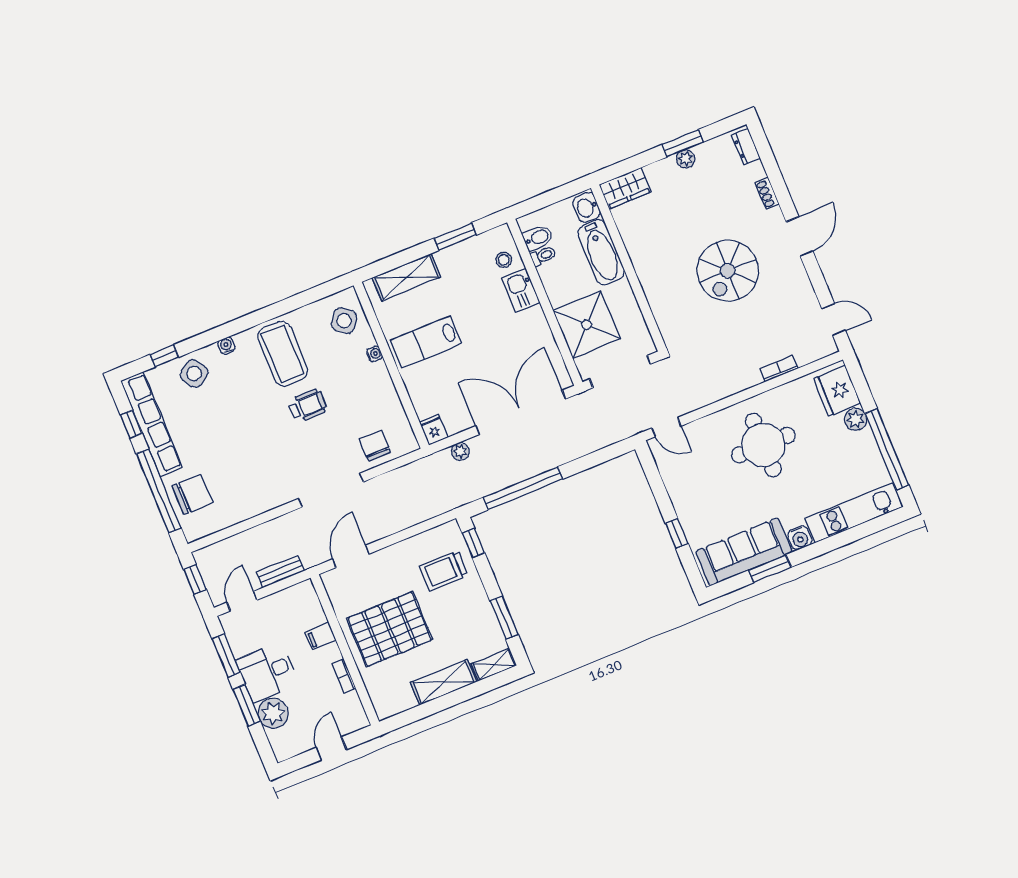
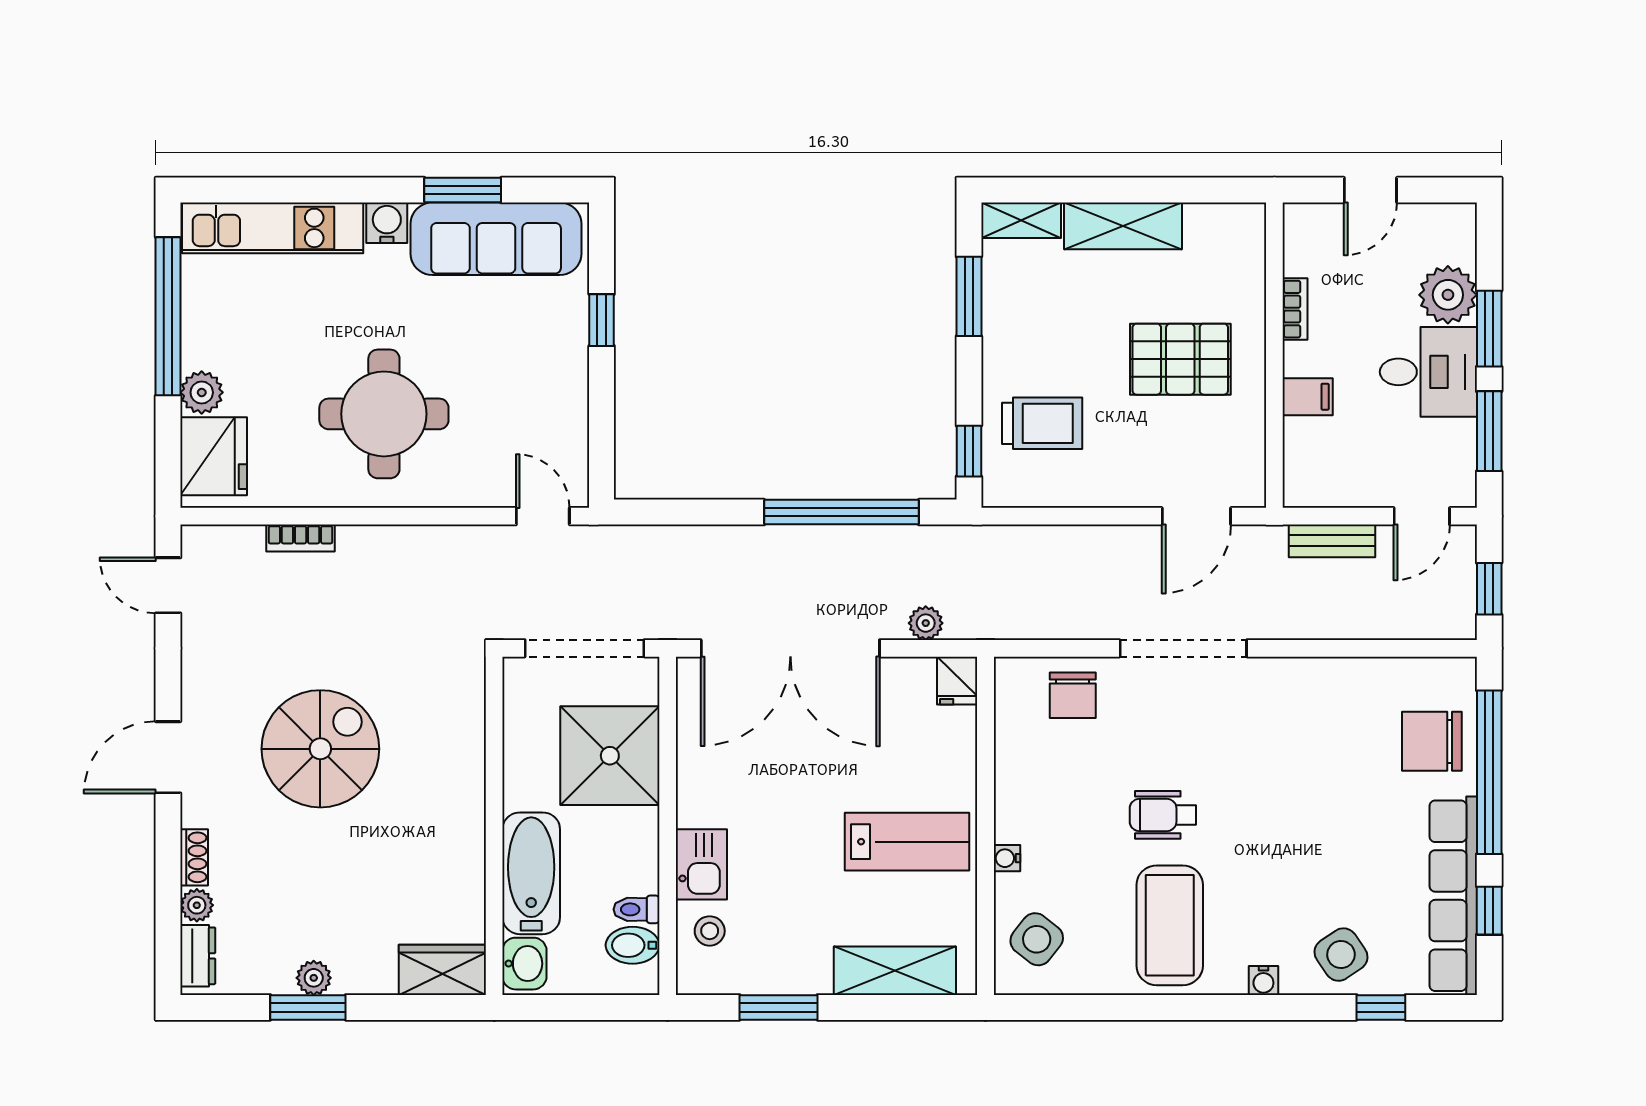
plant: (756, 171) -> (197, 905), added
pallet: (390, 629) -> (1180, 359), width x0.73, depth x0.71

